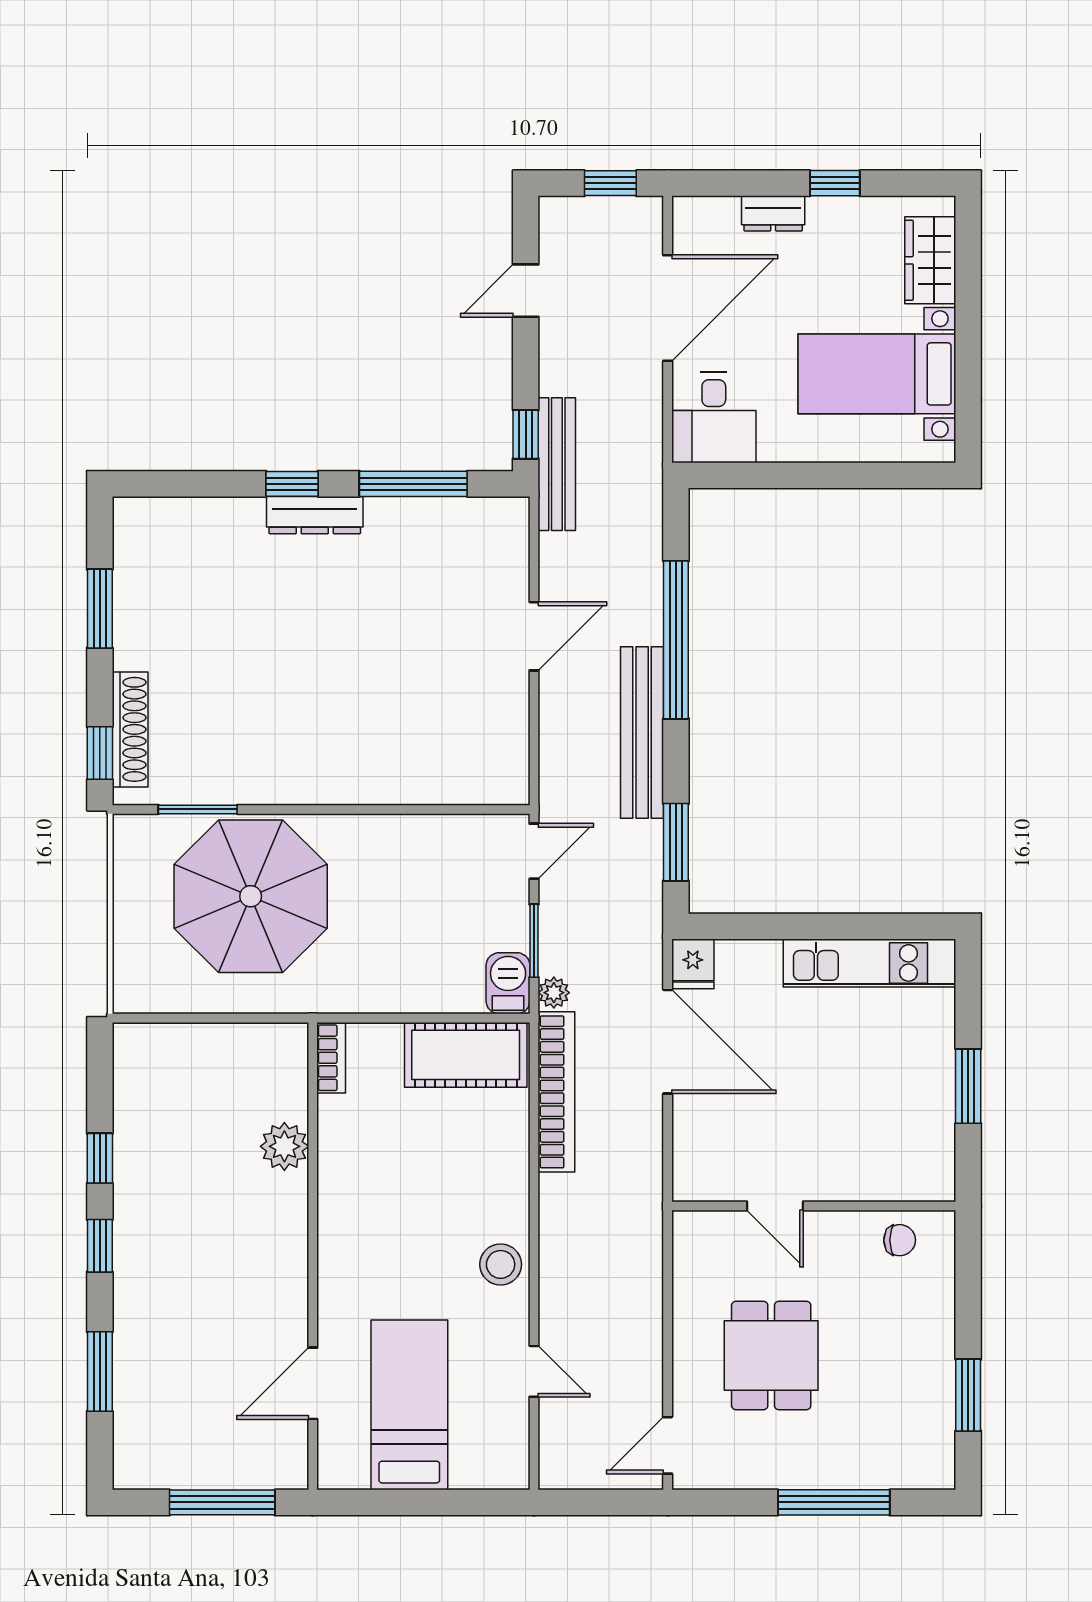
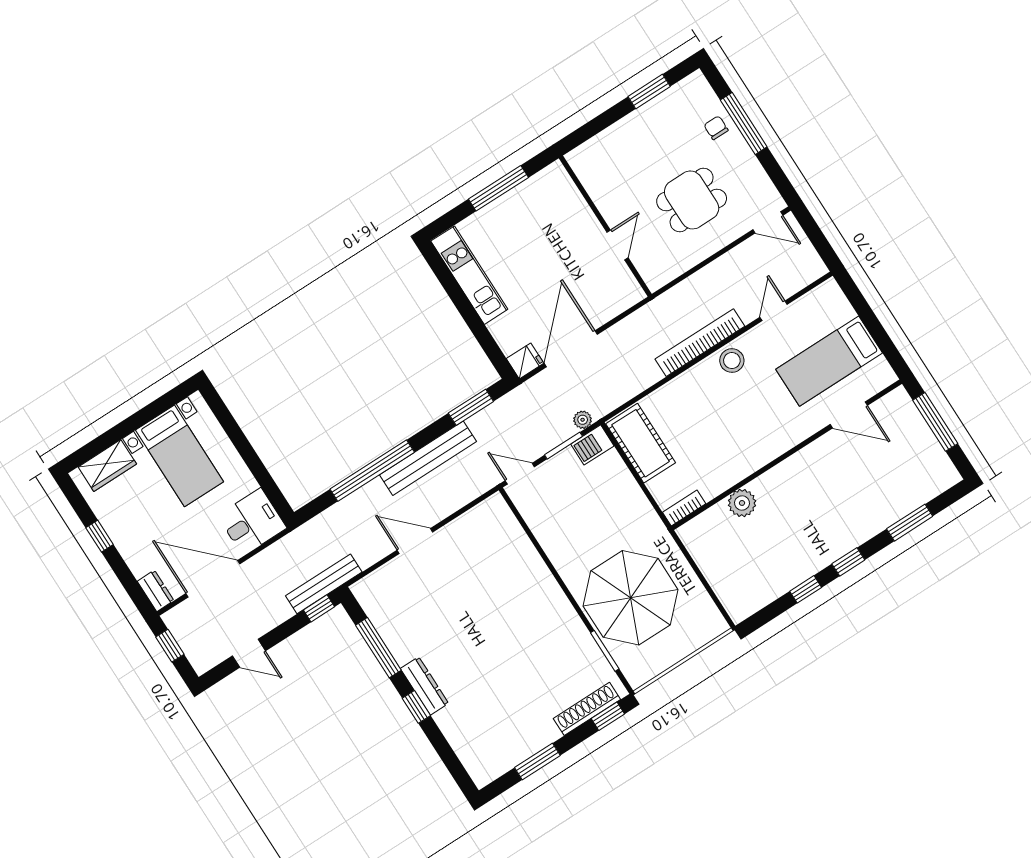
dresser: (773, 213) -> (156, 591), moved
window: (968, 1086) -> (498, 188), width x1.44
bookcase: (556, 1092) -> (700, 343), moved
chair: (900, 1240) -> (716, 128), moved

